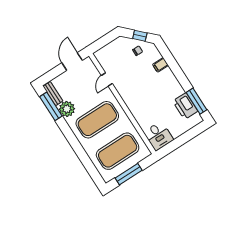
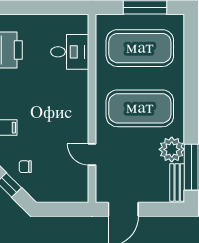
door: (107, 80) -> (92, 155), swing flipped
desk: (159, 136) -> (70, 52), moved, turned 90

